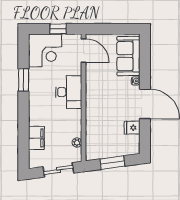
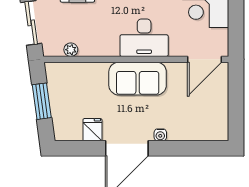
window: (58, 29) -> (236, 22), removed
sofa: (128, 56) -> (138, 79), moved, turned 180

